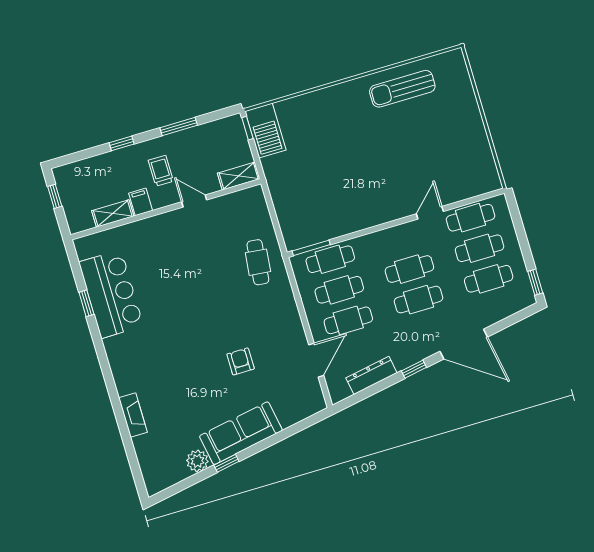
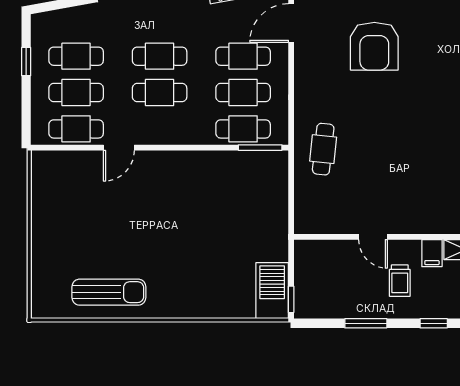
shelving: (239, 176) -> (316, 250), removed
window: (535, 282) -> (26, 62), moved
armchair: (241, 361) -> (374, 46), width x1.88, depth x1.88

